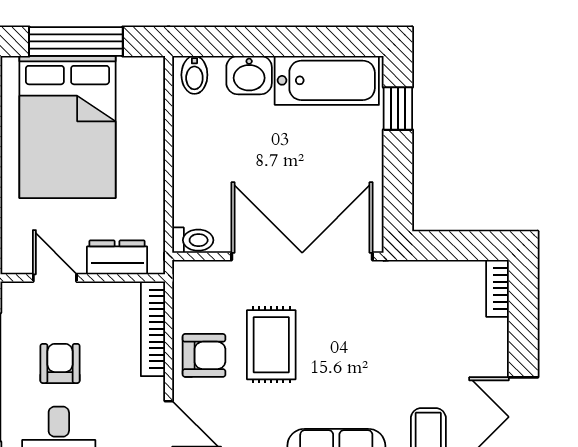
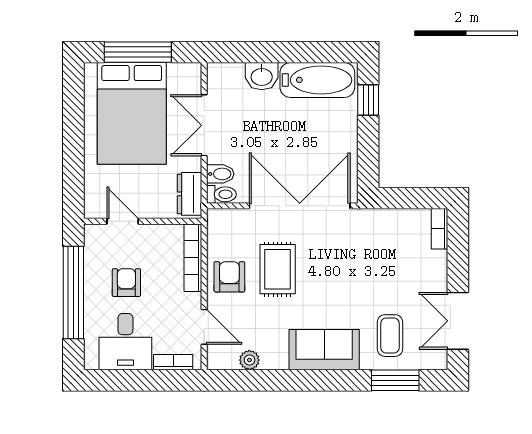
bidet: (194, 75) -> (220, 174), moved, turned -90
double door: (169, 144) -> (204, 125), added
dresser: (117, 257) -> (189, 194), moved, turned -90
armchair: (204, 355) -> (229, 277), turned -90

